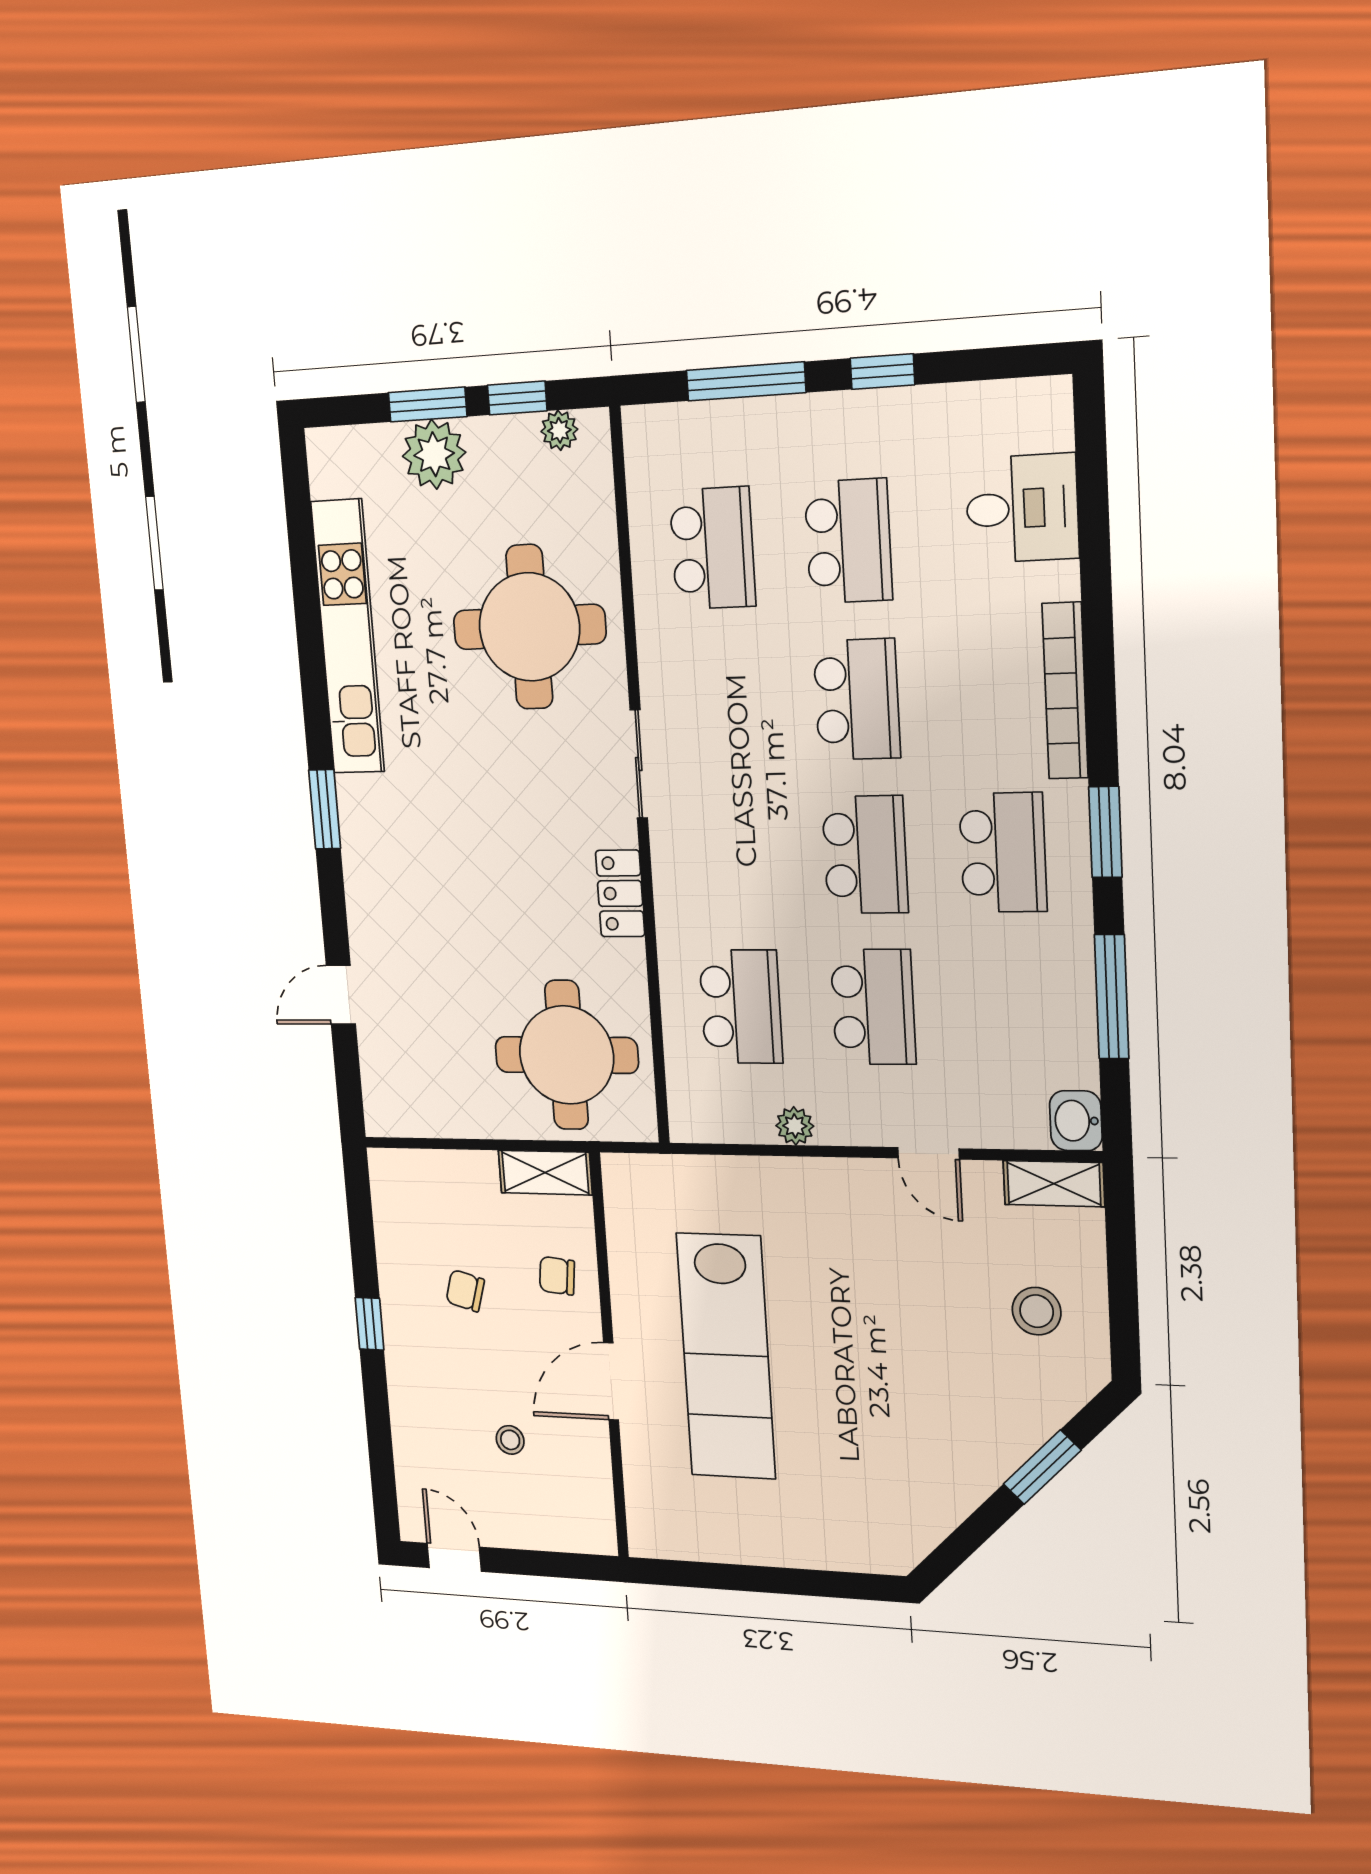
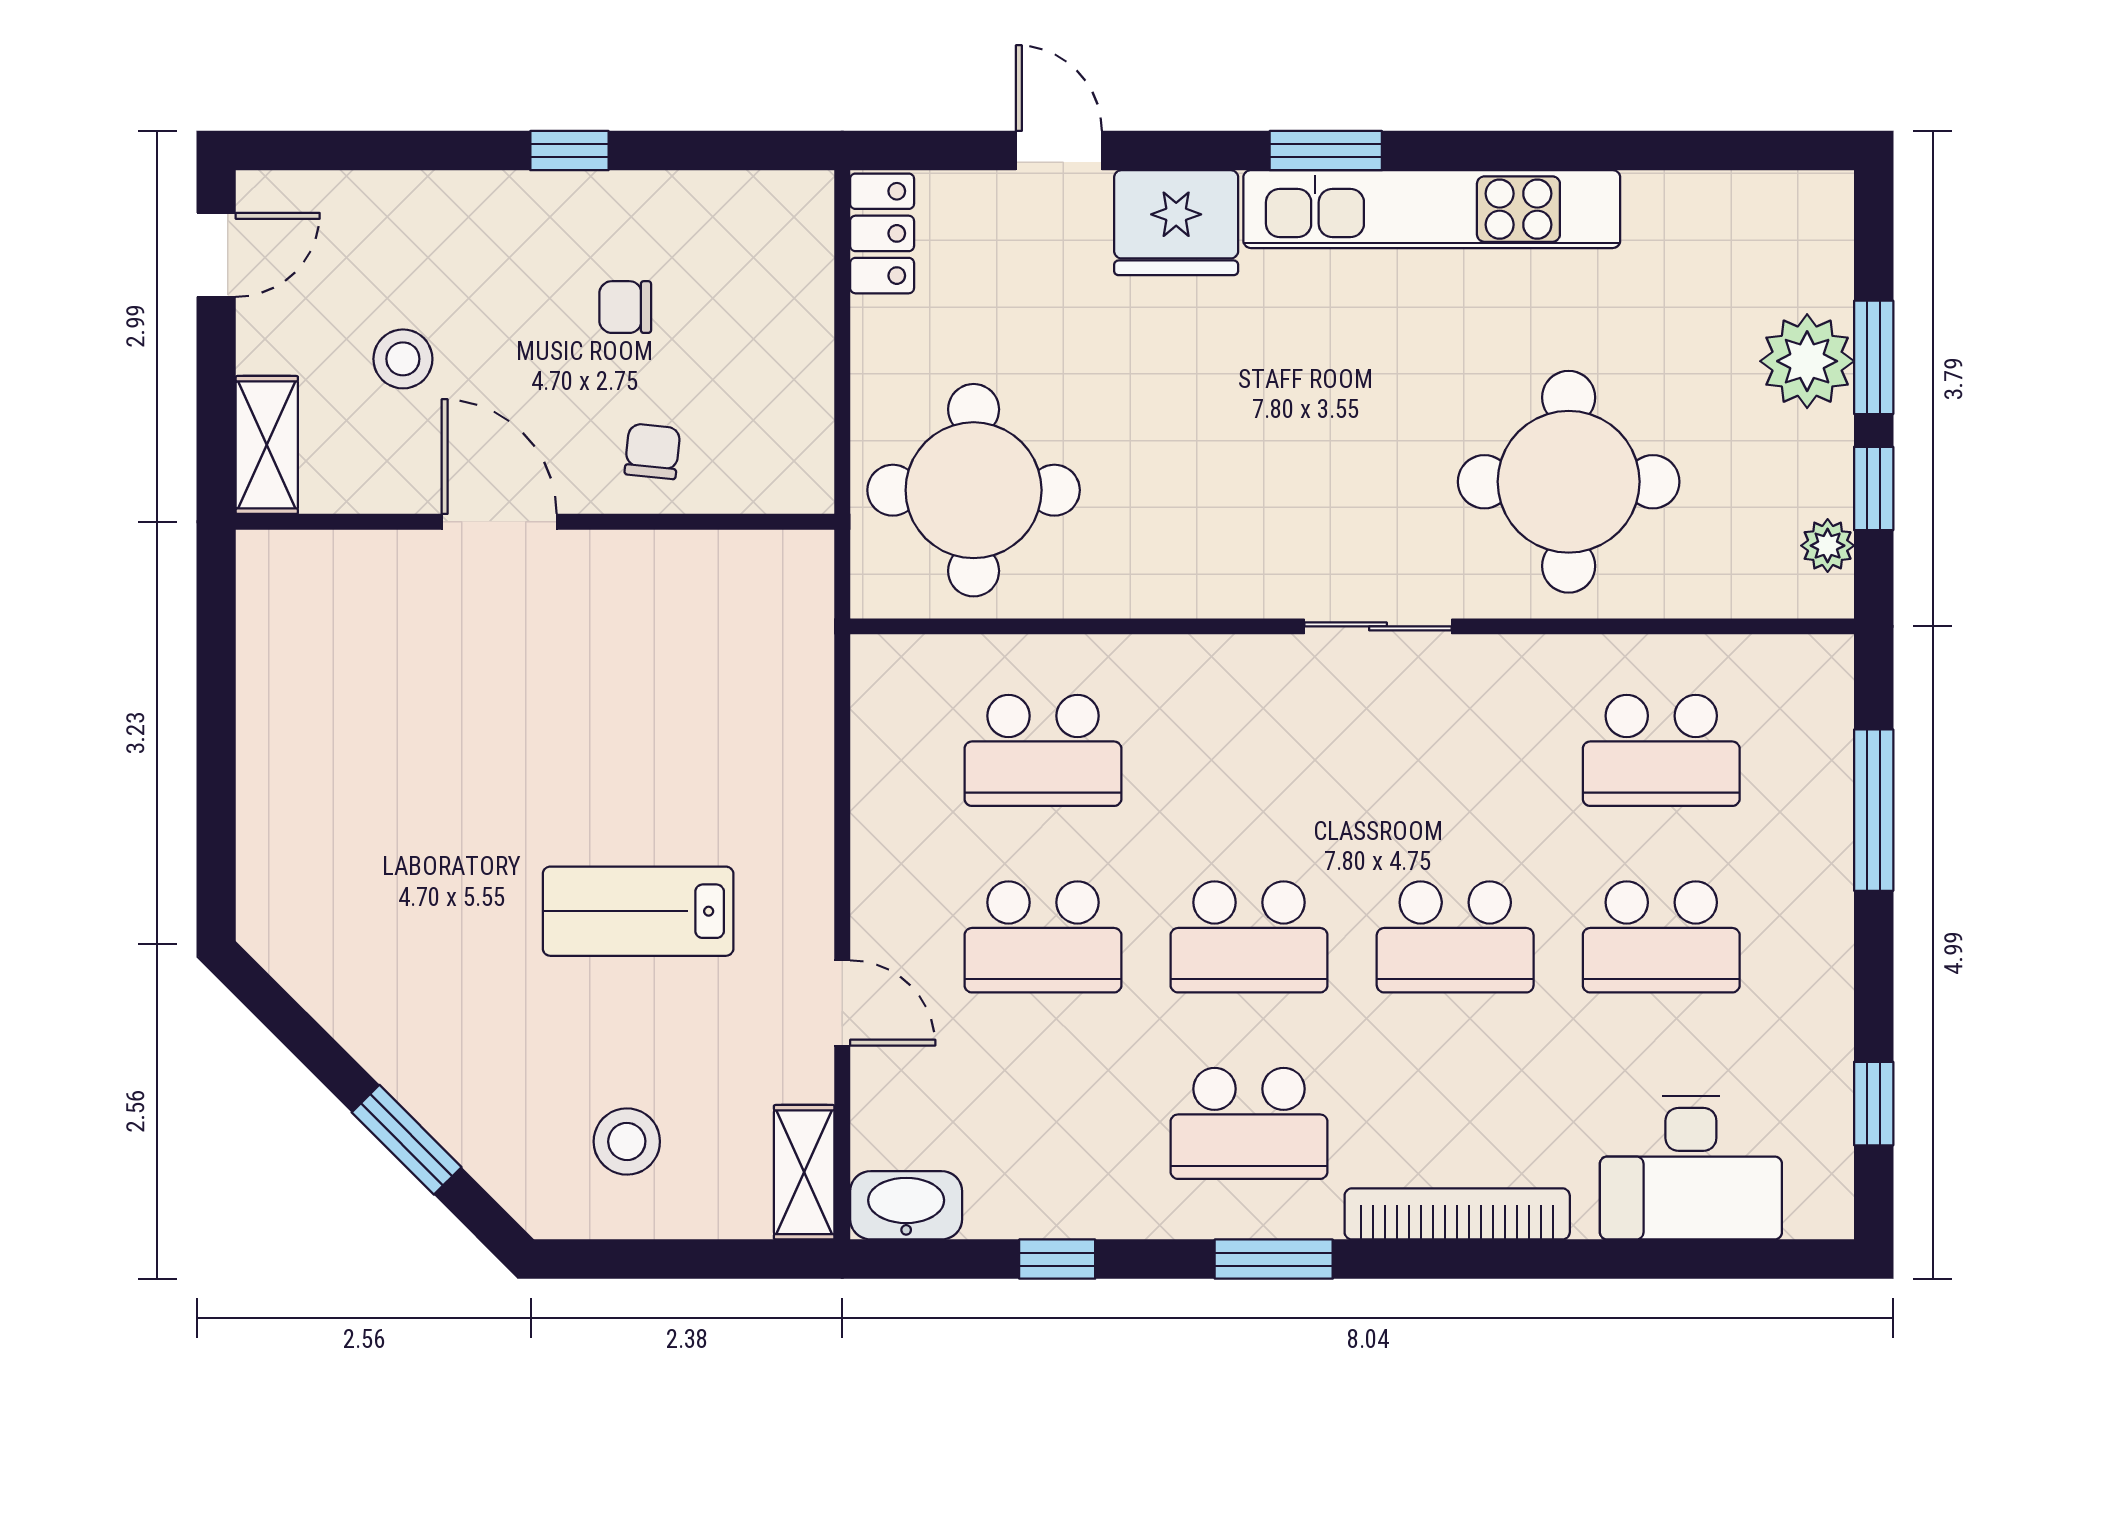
window: (882, 372) -> (1874, 1104), moved
desk: (1022, 508) -> (1691, 1168), width x1.37
kitchen unit: (348, 637) -> (1432, 209), moved
locker: (620, 893) -> (882, 233), moved, turned 90
fridge: (380, 913) -> (1176, 223), added
window: (1112, 997) -> (1057, 1259), width x0.46
washbasin: (1076, 1121) -> (906, 1205), width x1.38
plant: (795, 1126) -> (877, 817), removed
door: (928, 1153) -> (842, 1003), swing flipped
shelving: (545, 1173) -> (267, 445), moved
chair: (465, 1291) -> (625, 307), turned -106
lab bench: (726, 1356) -> (638, 911), moved, width x0.54, depth x0.72
stool: (510, 1440) -> (403, 359), width x1.37, depth x1.37

